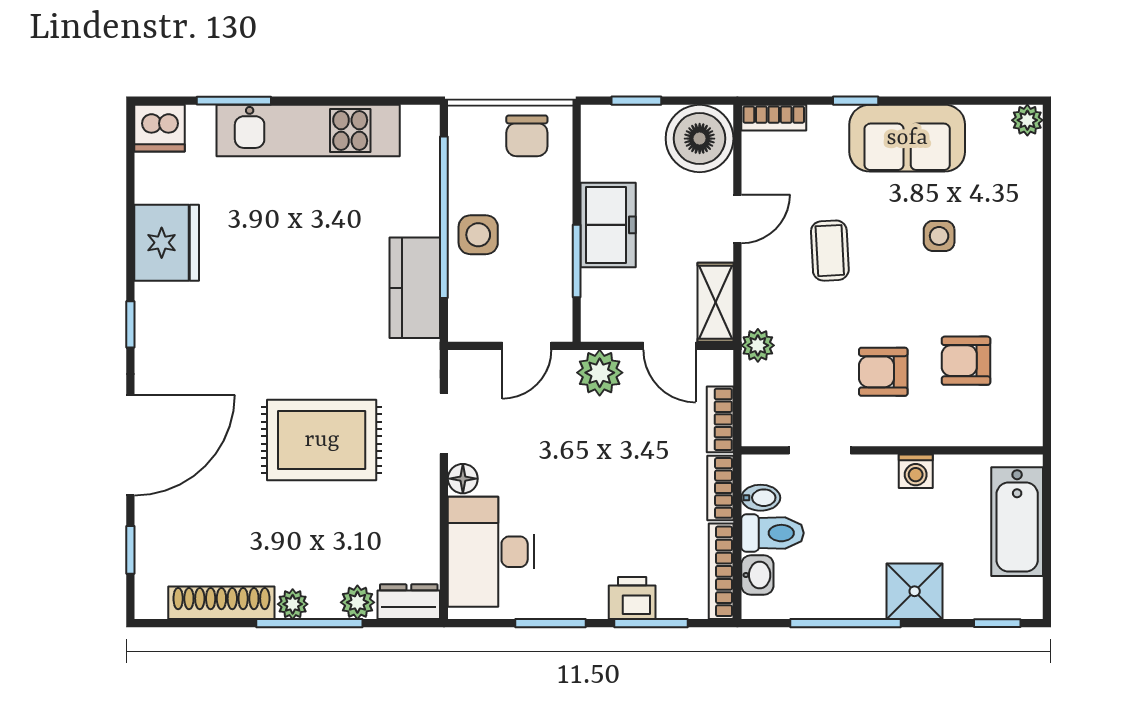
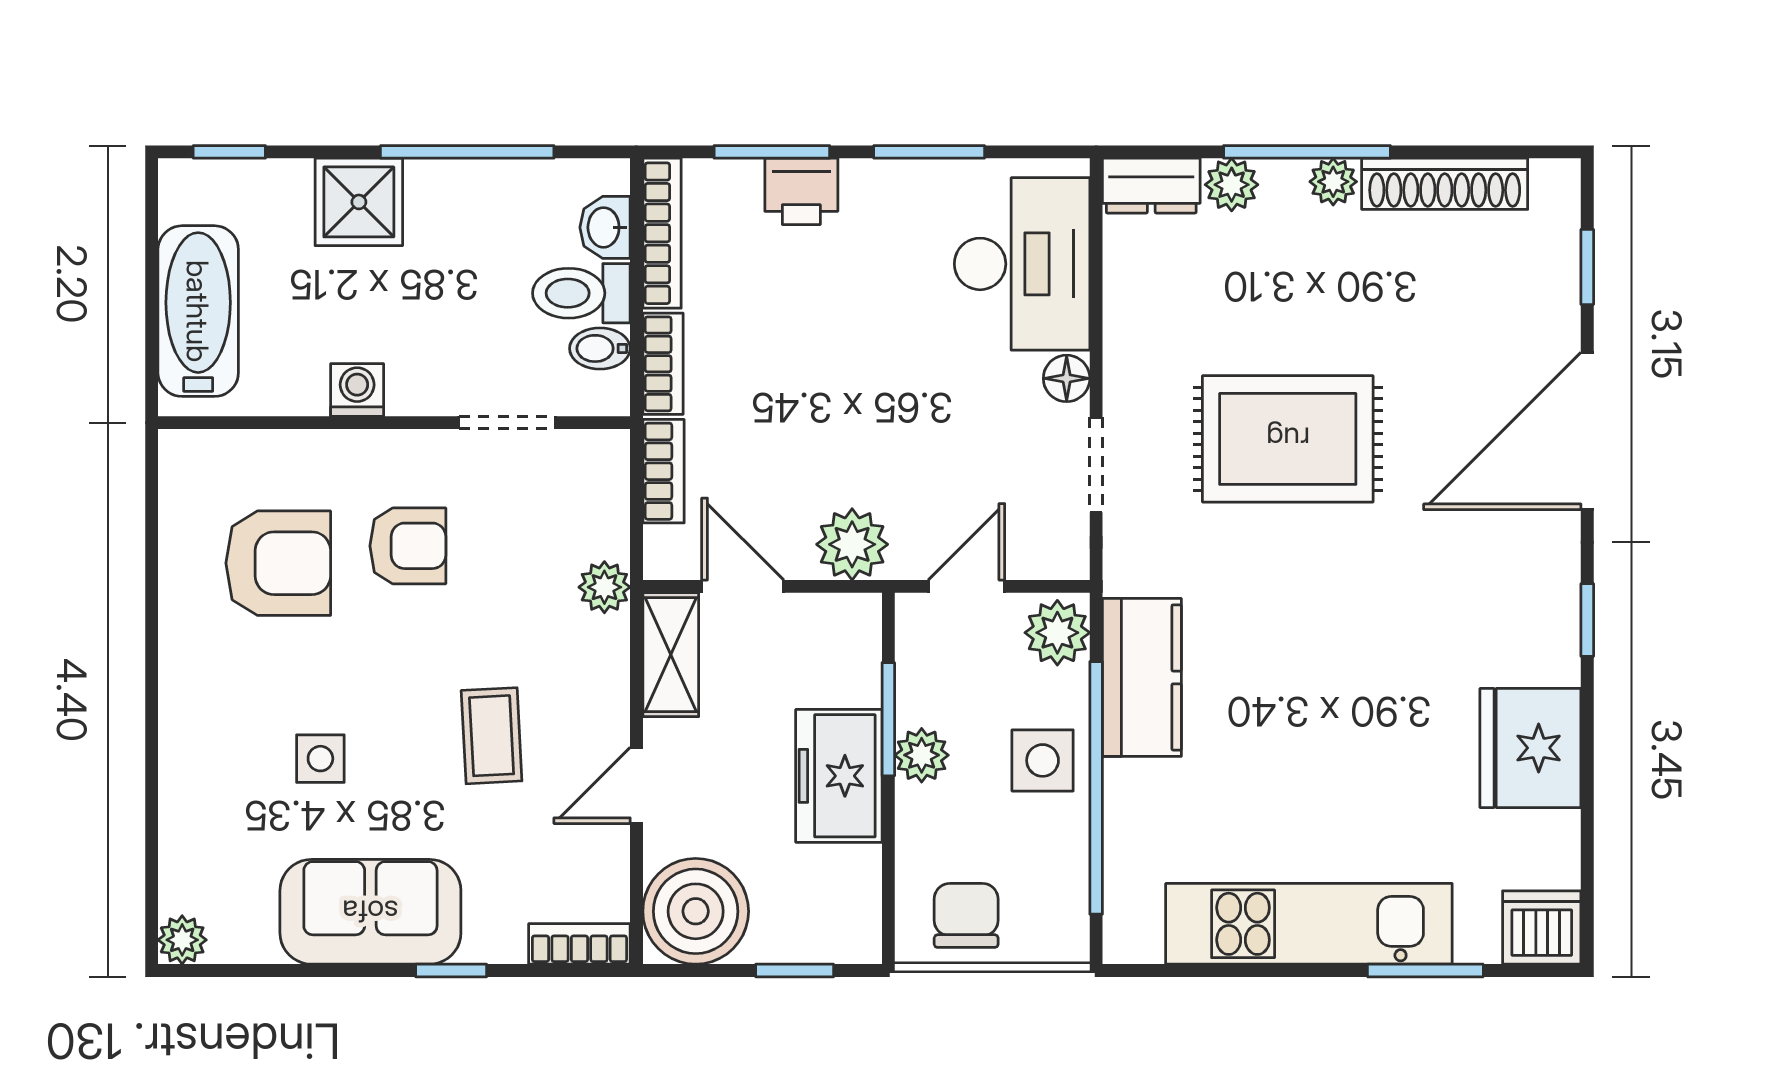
plant: (555, 238) -> (922, 755), added
plant: (469, 316) -> (1057, 633), added
armchair: (966, 361) -> (278, 563), width x1.38, depth x1.38

